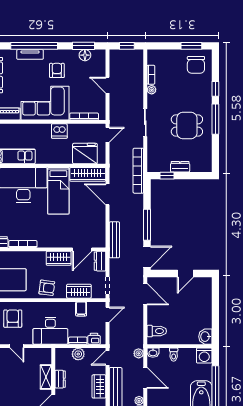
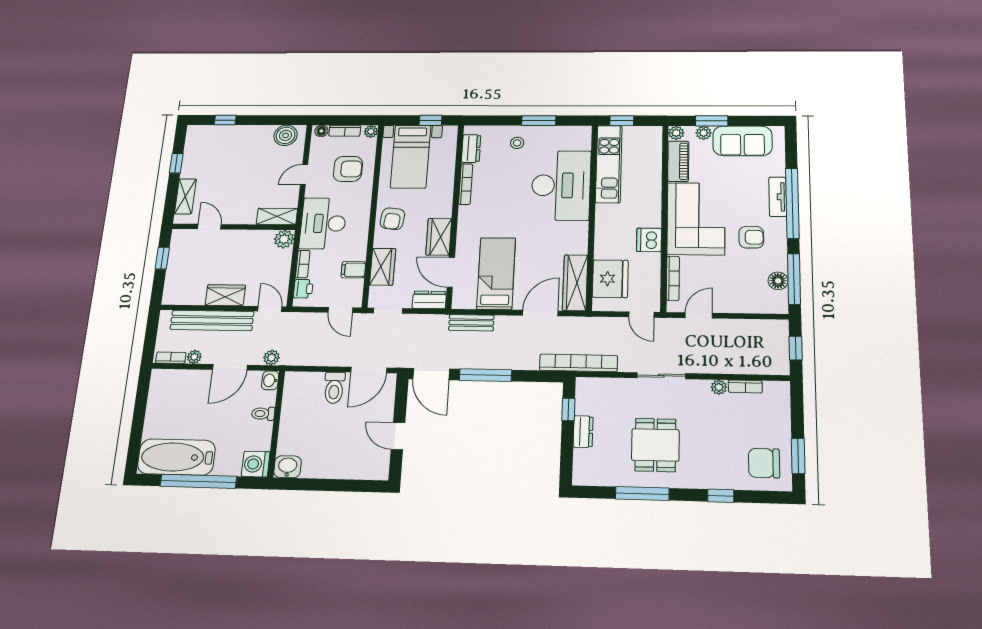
window: (84, 46) -> (794, 279), width x1.44
door: (108, 85) -> (699, 315), moved
window: (215, 119) -> (642, 494), moved
bed: (58, 191) -> (496, 273), moved, turned 90
bench: (114, 240) -> (471, 323), width x0.73
toilet: (157, 331) -> (334, 388), moved
plant: (78, 354) -> (284, 239), moved
shelving: (46, 377) -> (277, 216), moved
dresser: (60, 379) -> (244, 237), removed

